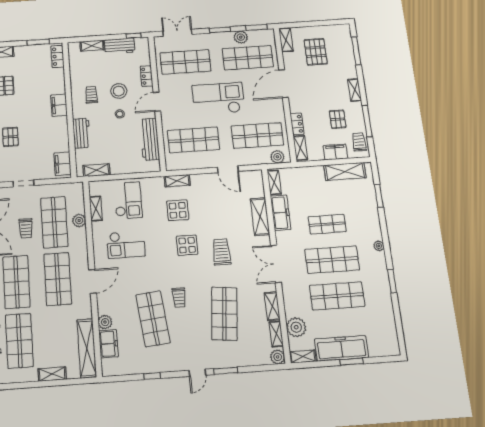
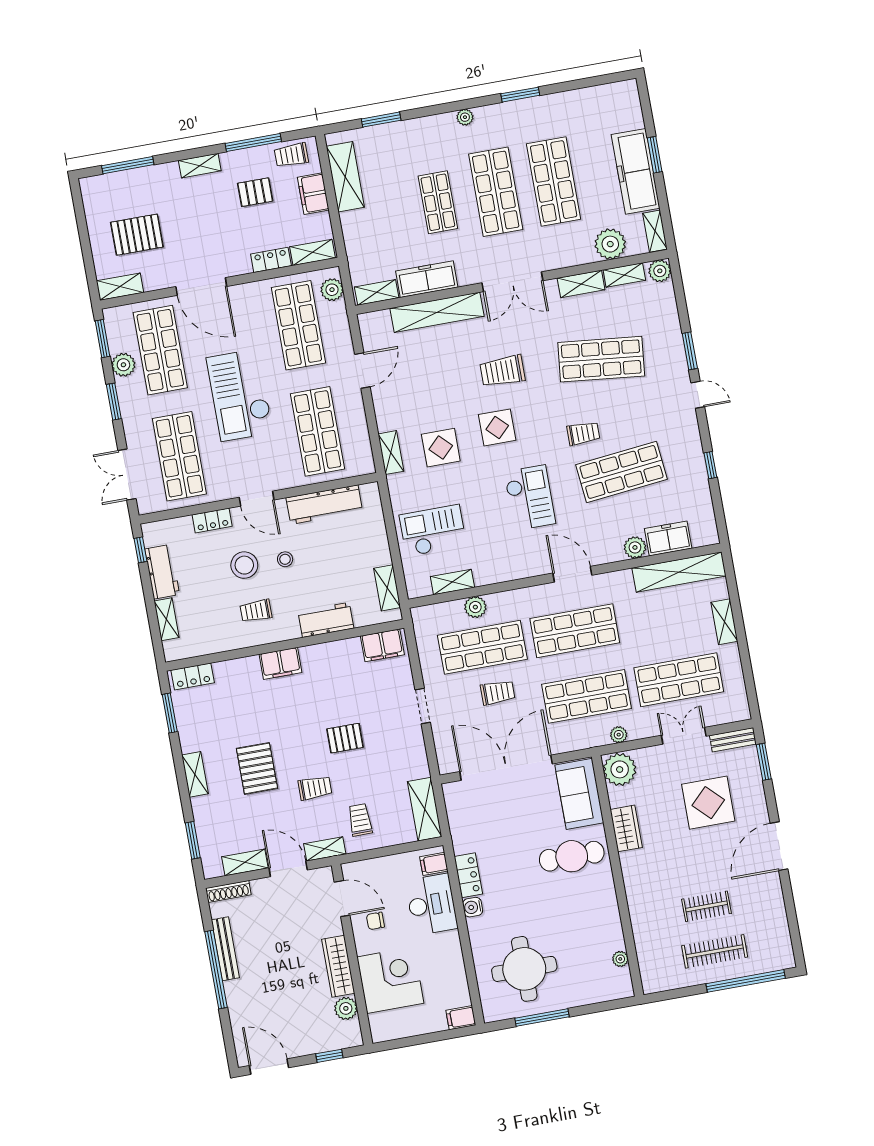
shelving: (260, 217) -> (437, 312), width x1.47
checkout: (126, 245) -> (530, 498), moved

